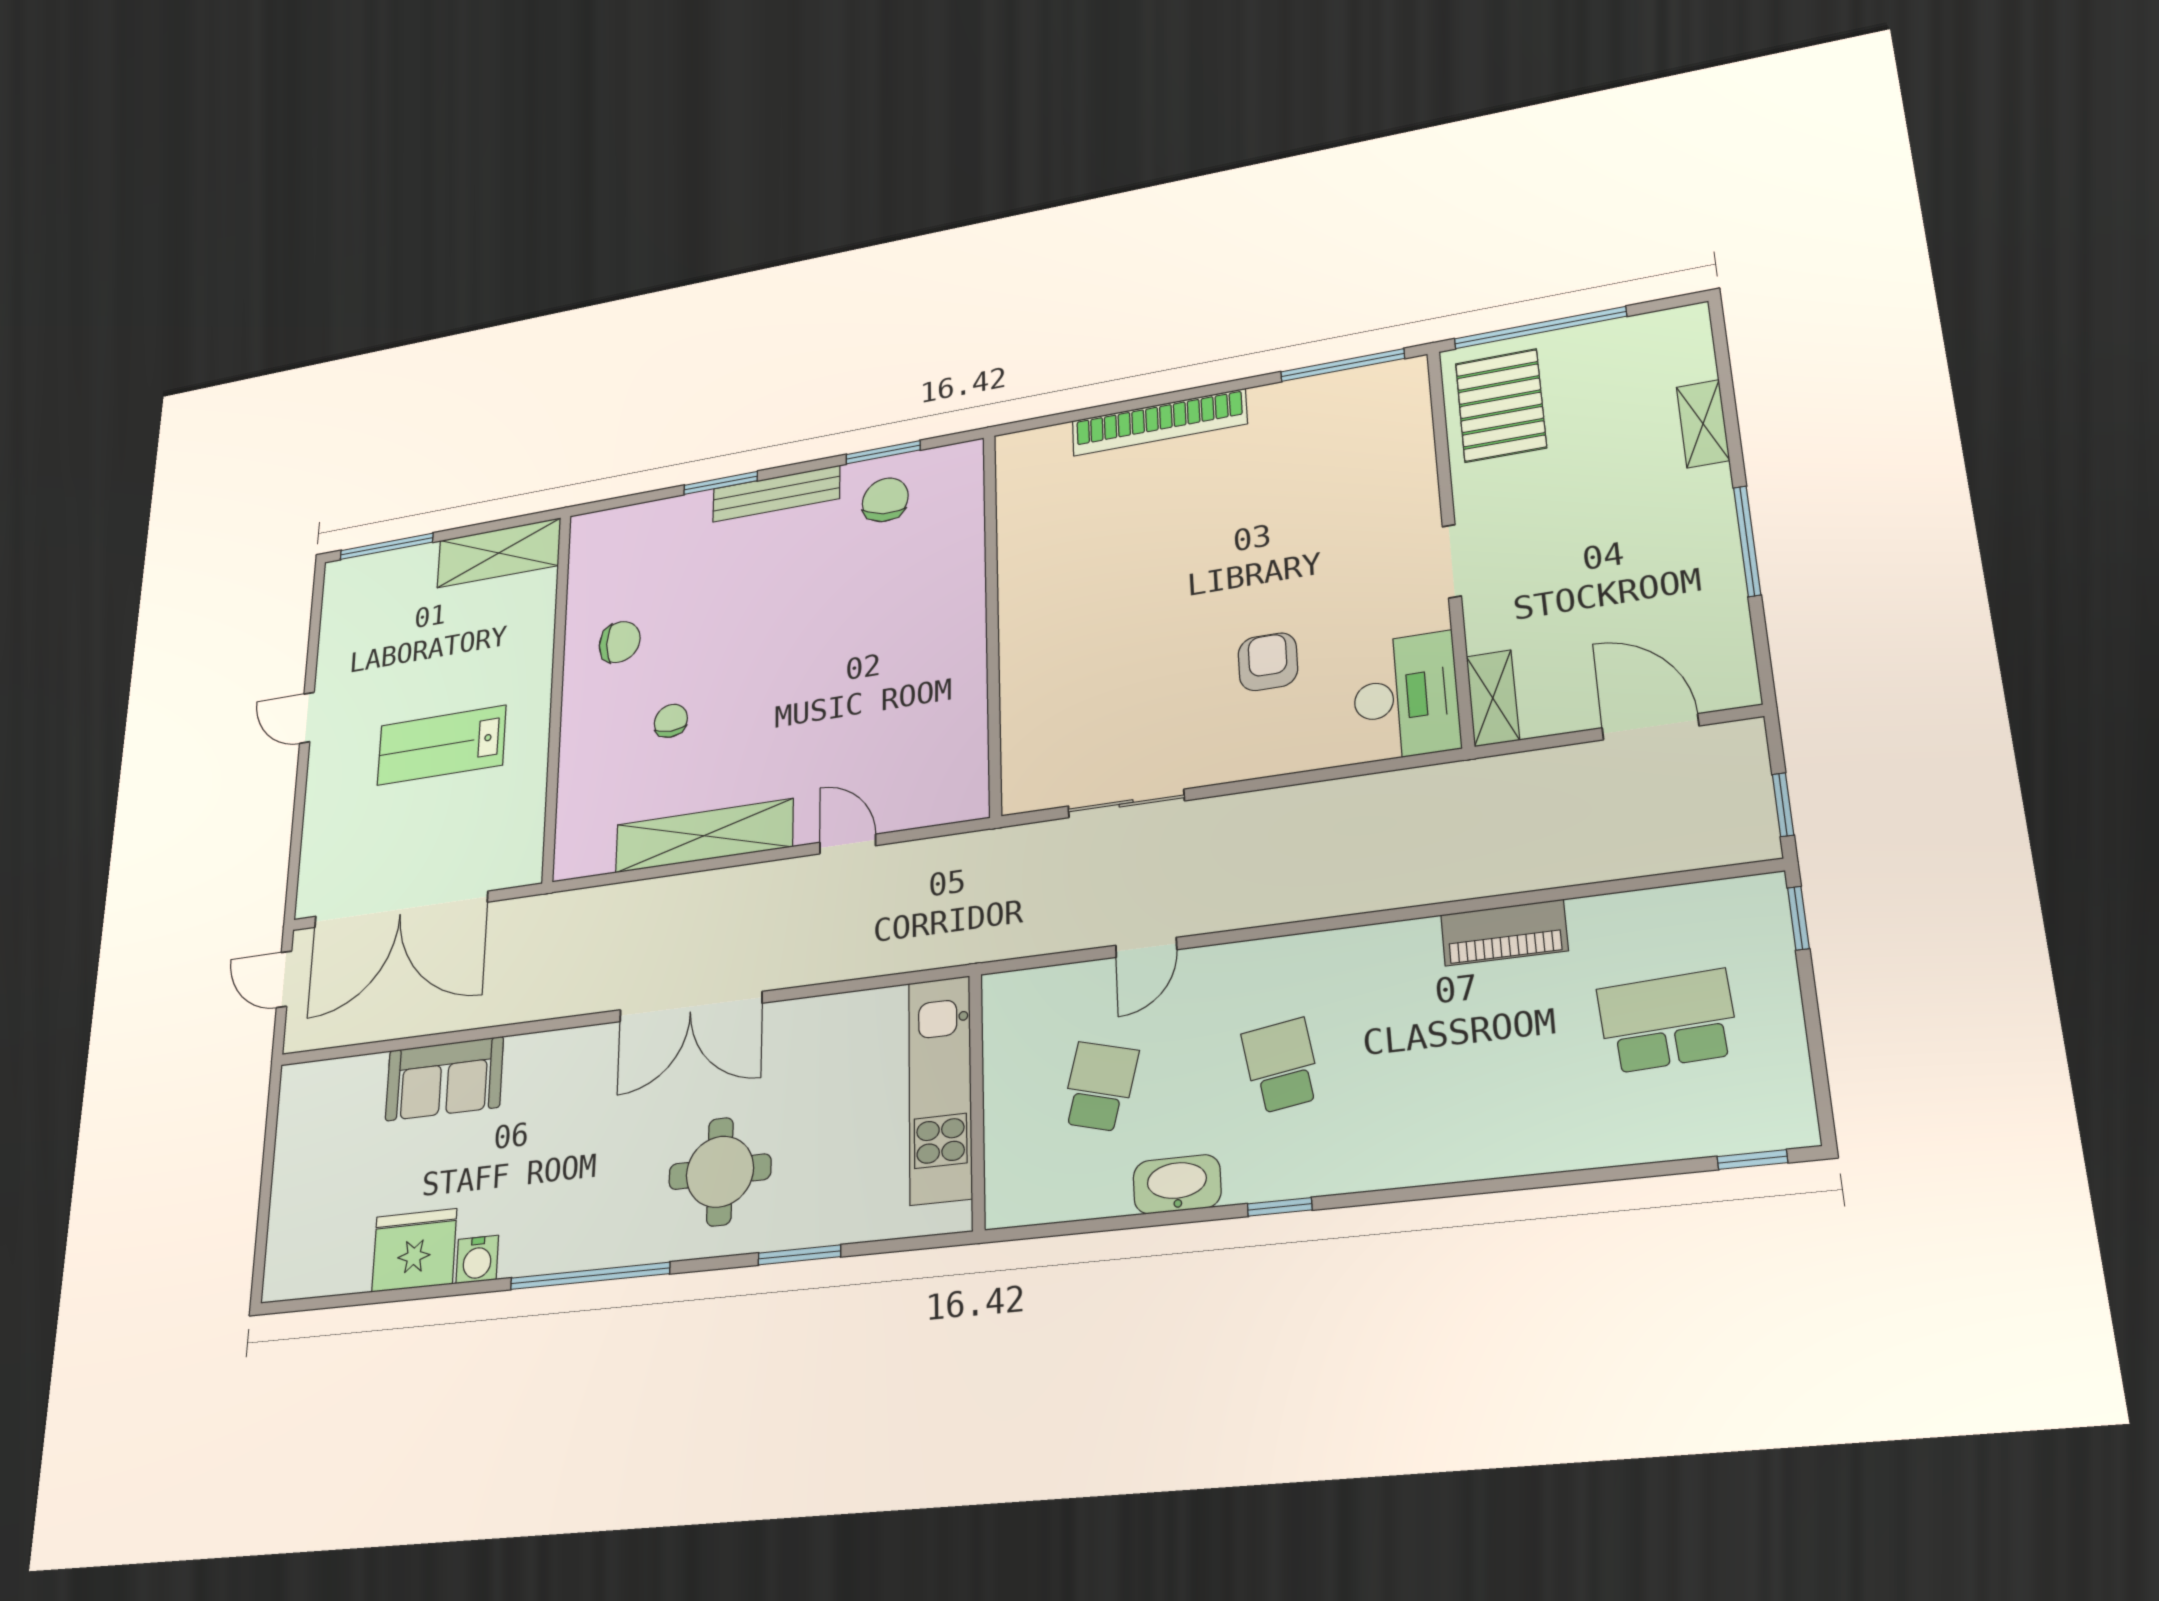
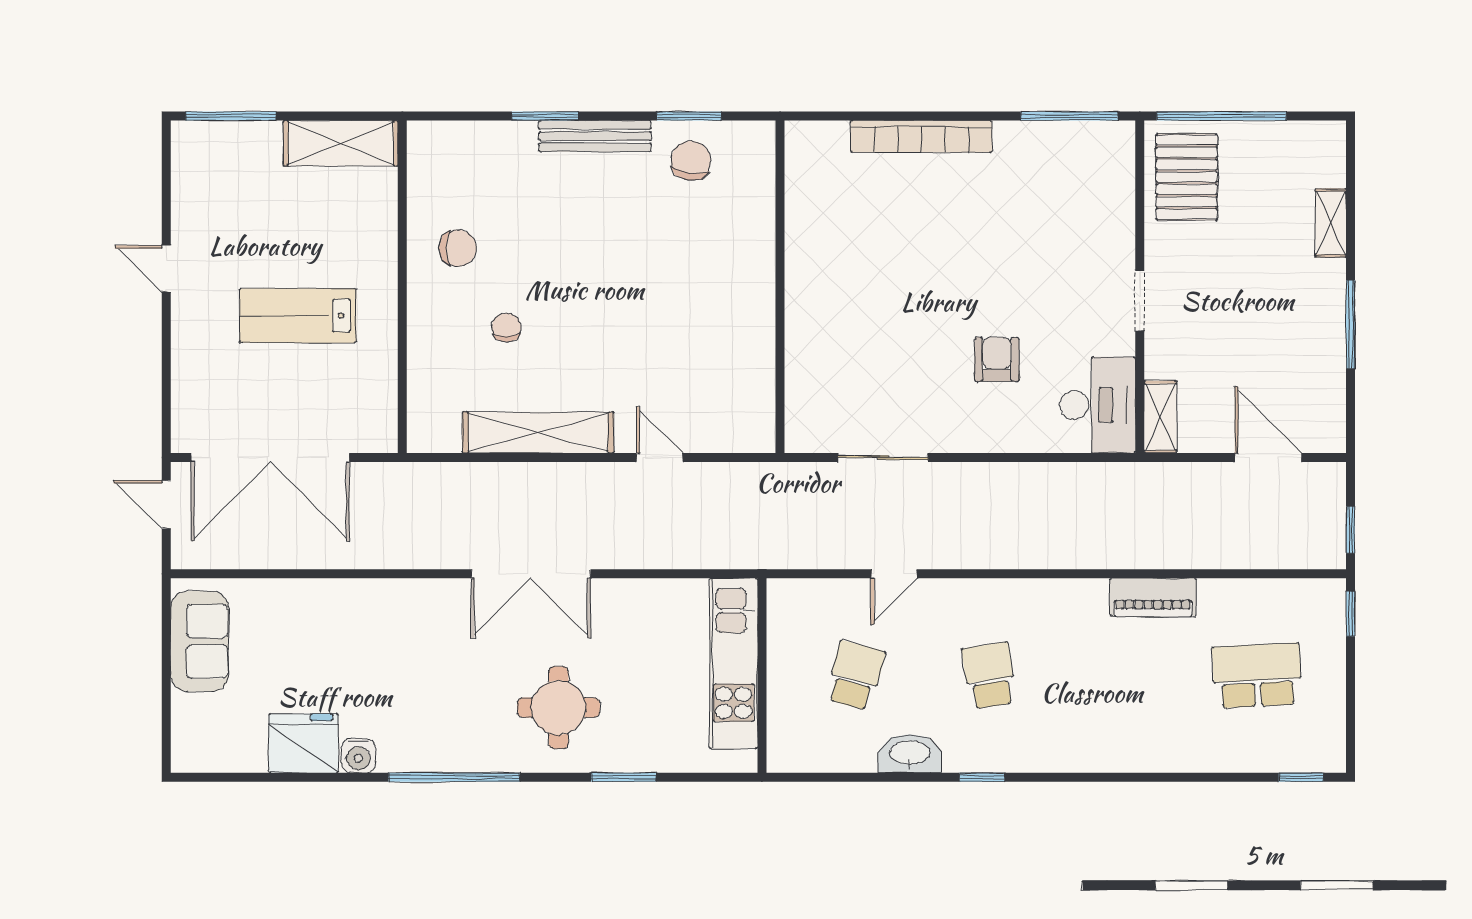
sofa: (444, 1079) -> (200, 641), moved, turned -90

